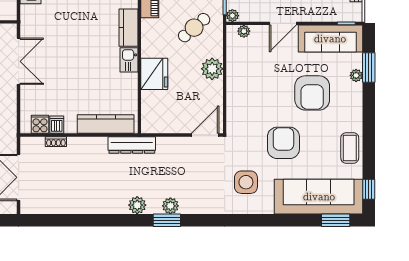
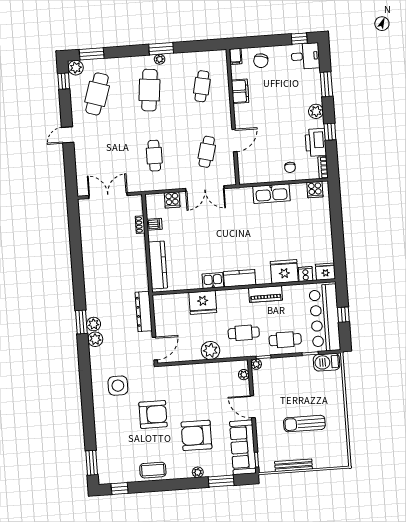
cafe table: (194, 28) -> (244, 333), turned -49
plant: (356, 75) -> (198, 472), moved
cooker: (40, 124) -> (172, 200), moved, turned 90
door: (205, 135) -> (155, 349), hinge flipped
dresser: (132, 145) -> (144, 311), moved
sofa: (319, 197) -> (110, 447), removed
plant: (137, 205) -> (95, 339), moved

